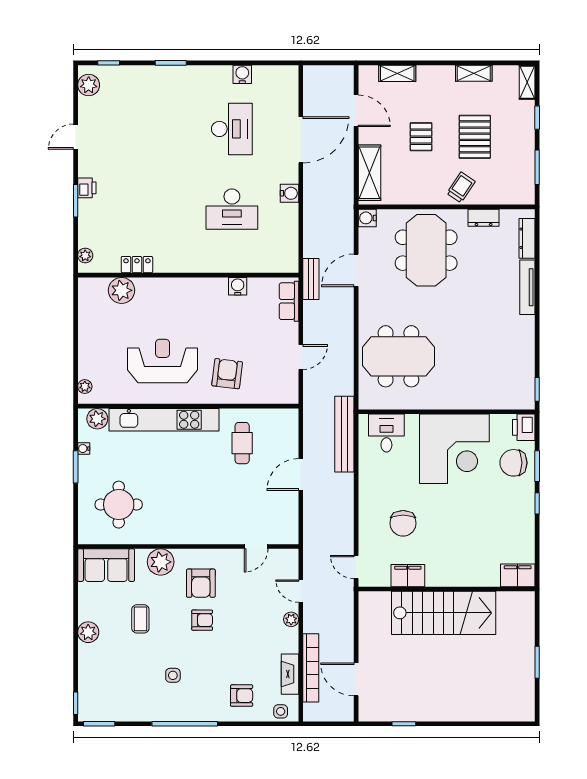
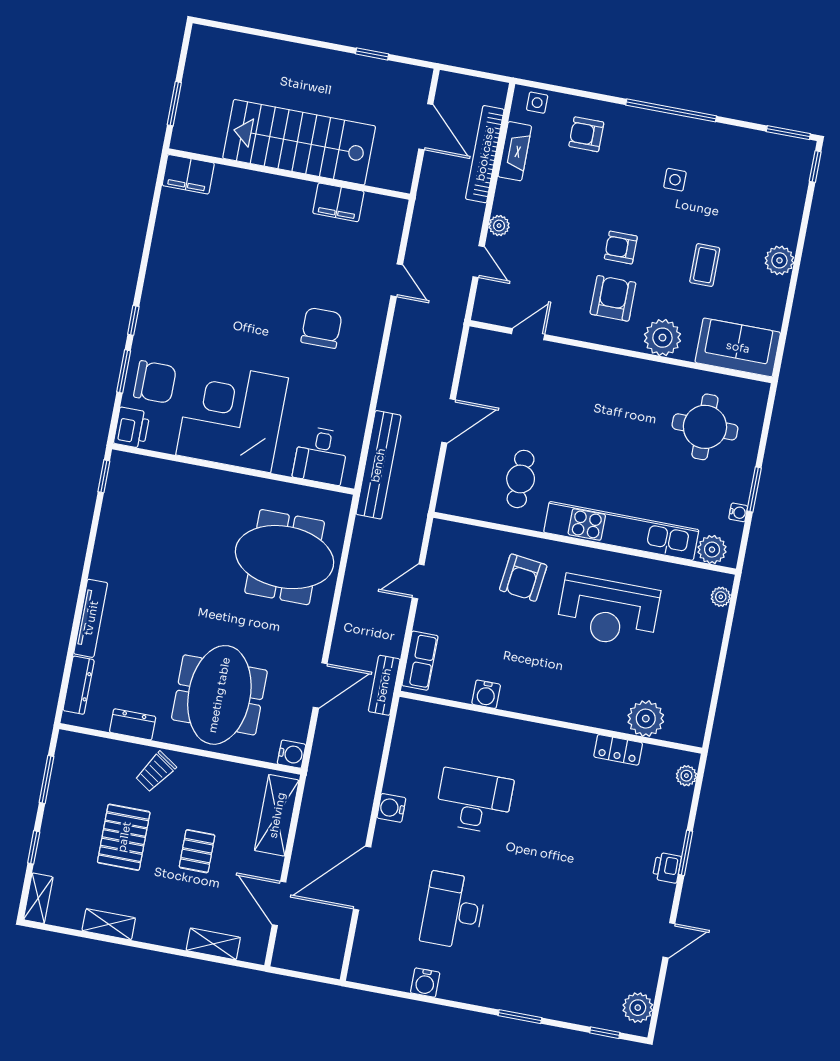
filing cabinet: (518, 575) -> (188, 174), moved
filing cabinet: (408, 576) -> (338, 202), moved
wall: (447, 589) -> (289, 174), moved
stairs: (444, 613) -> (299, 142), moved

